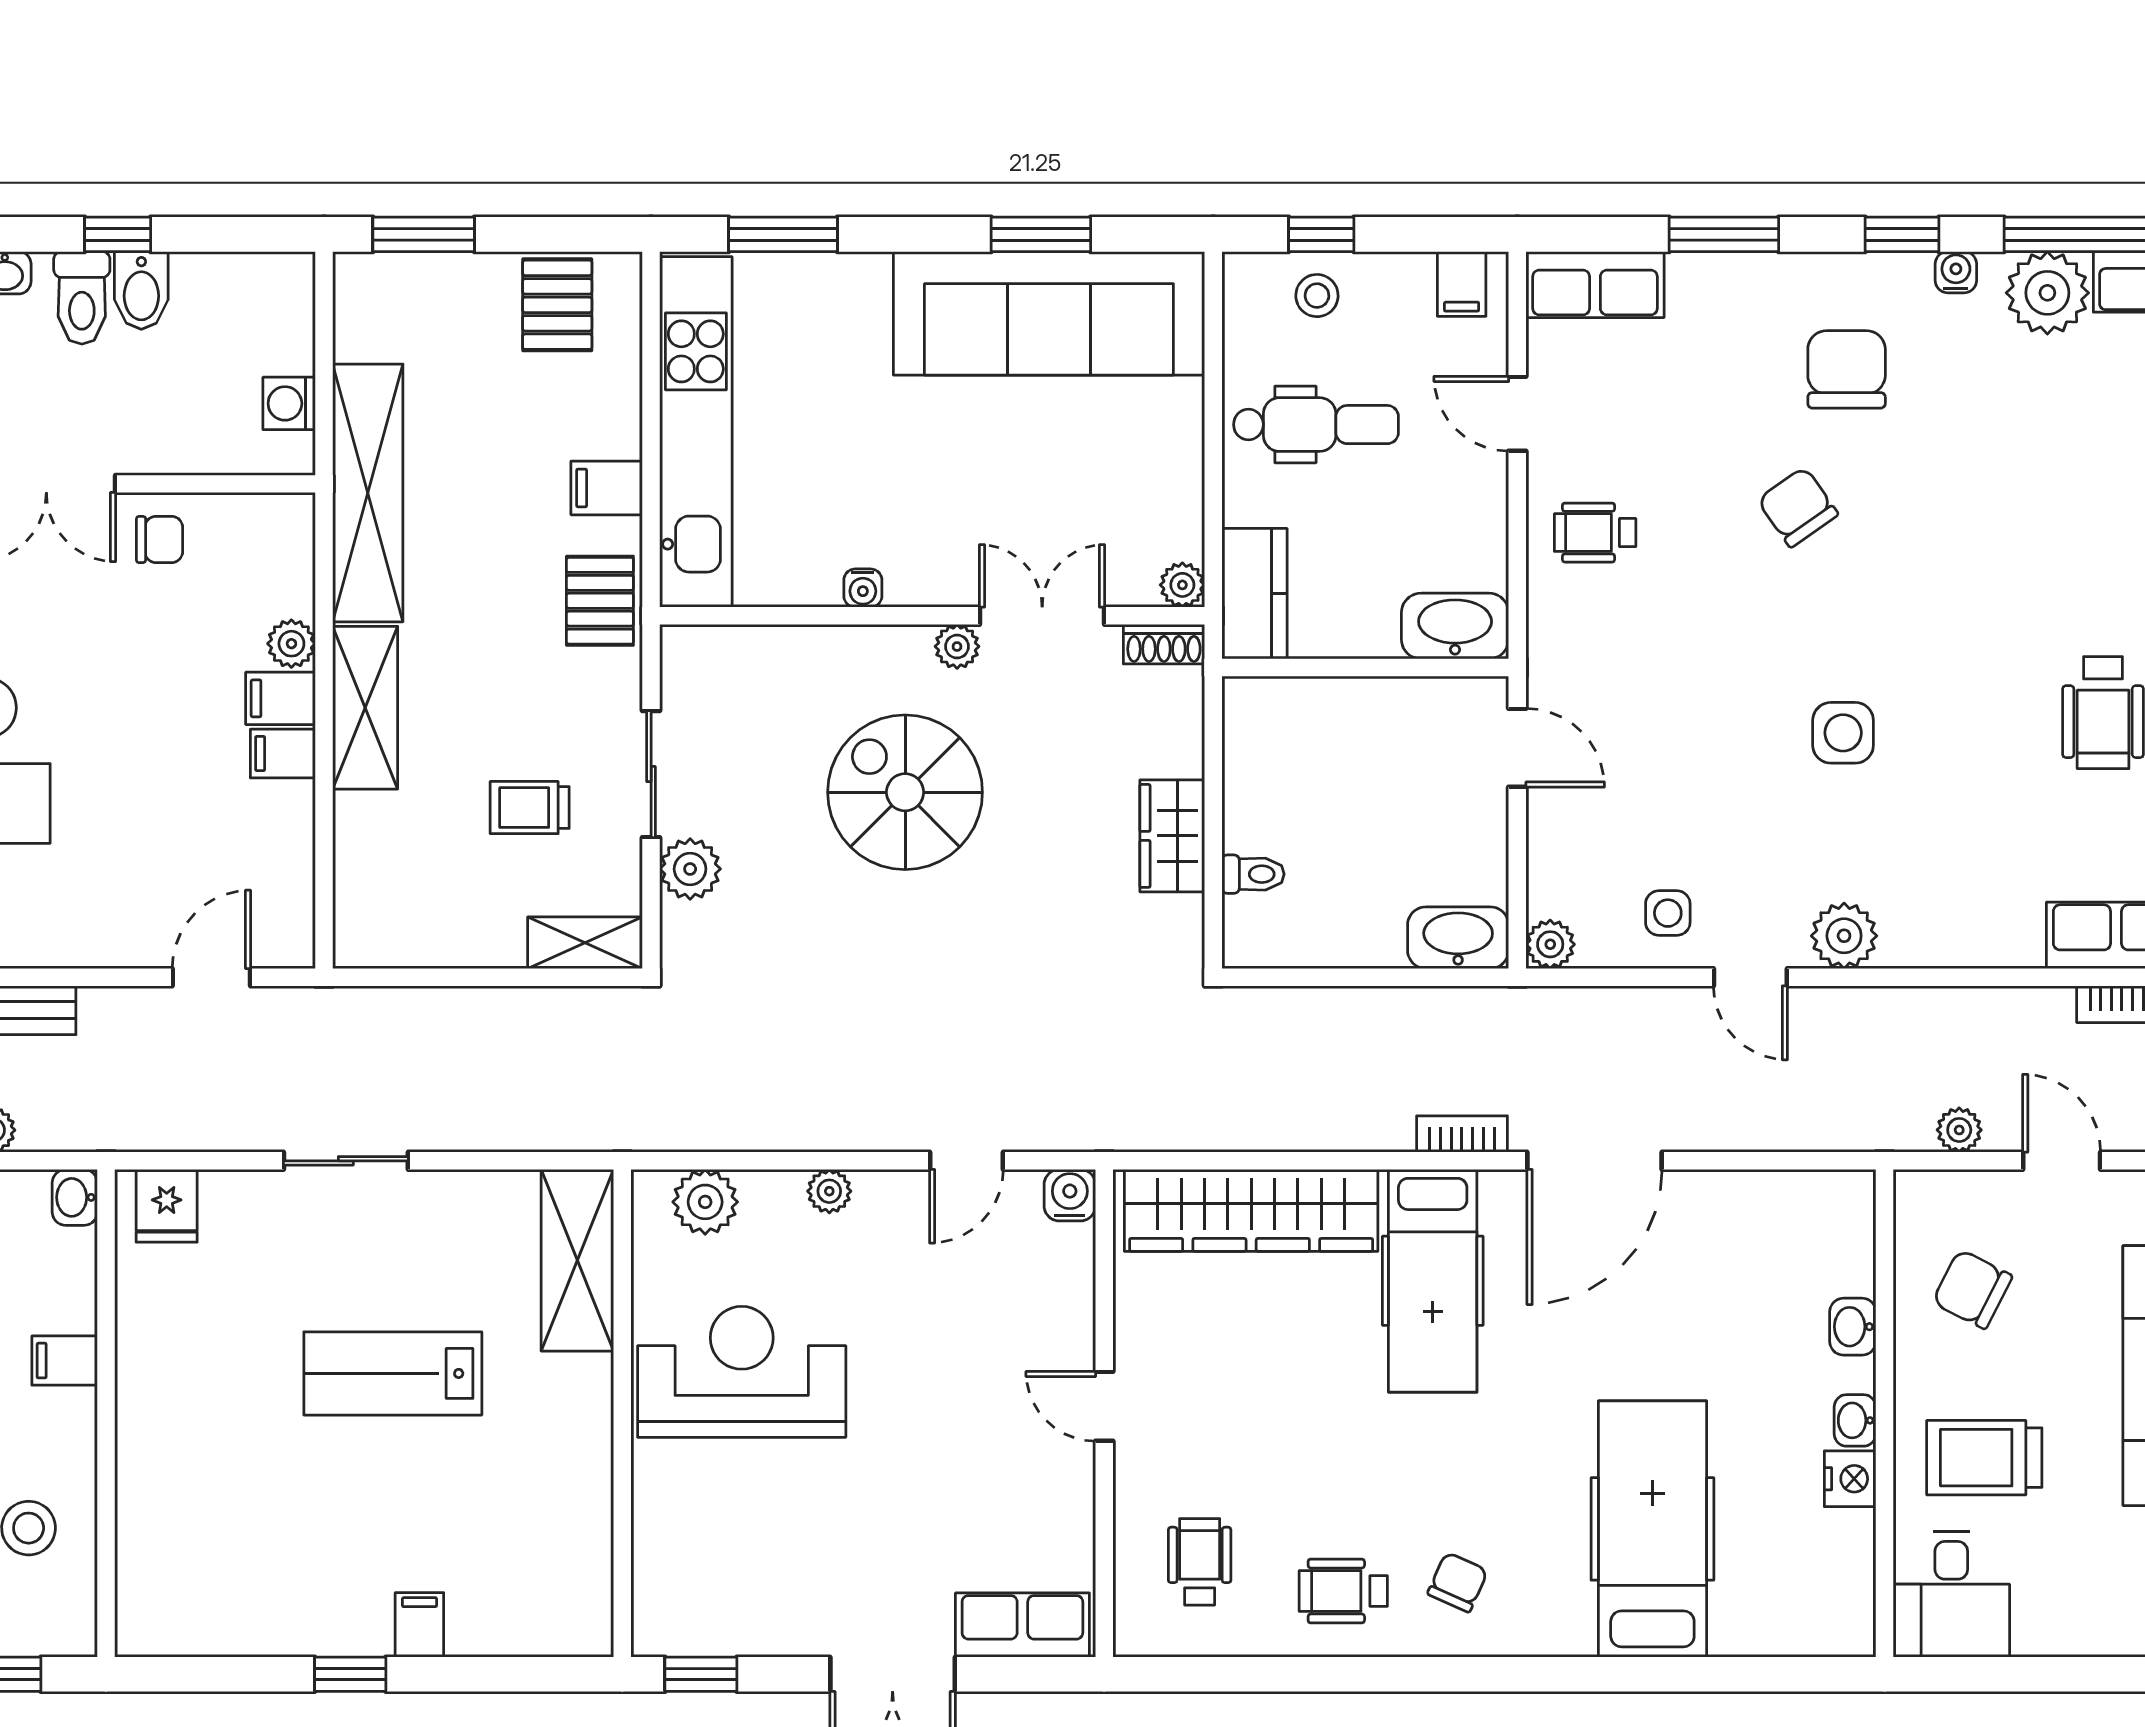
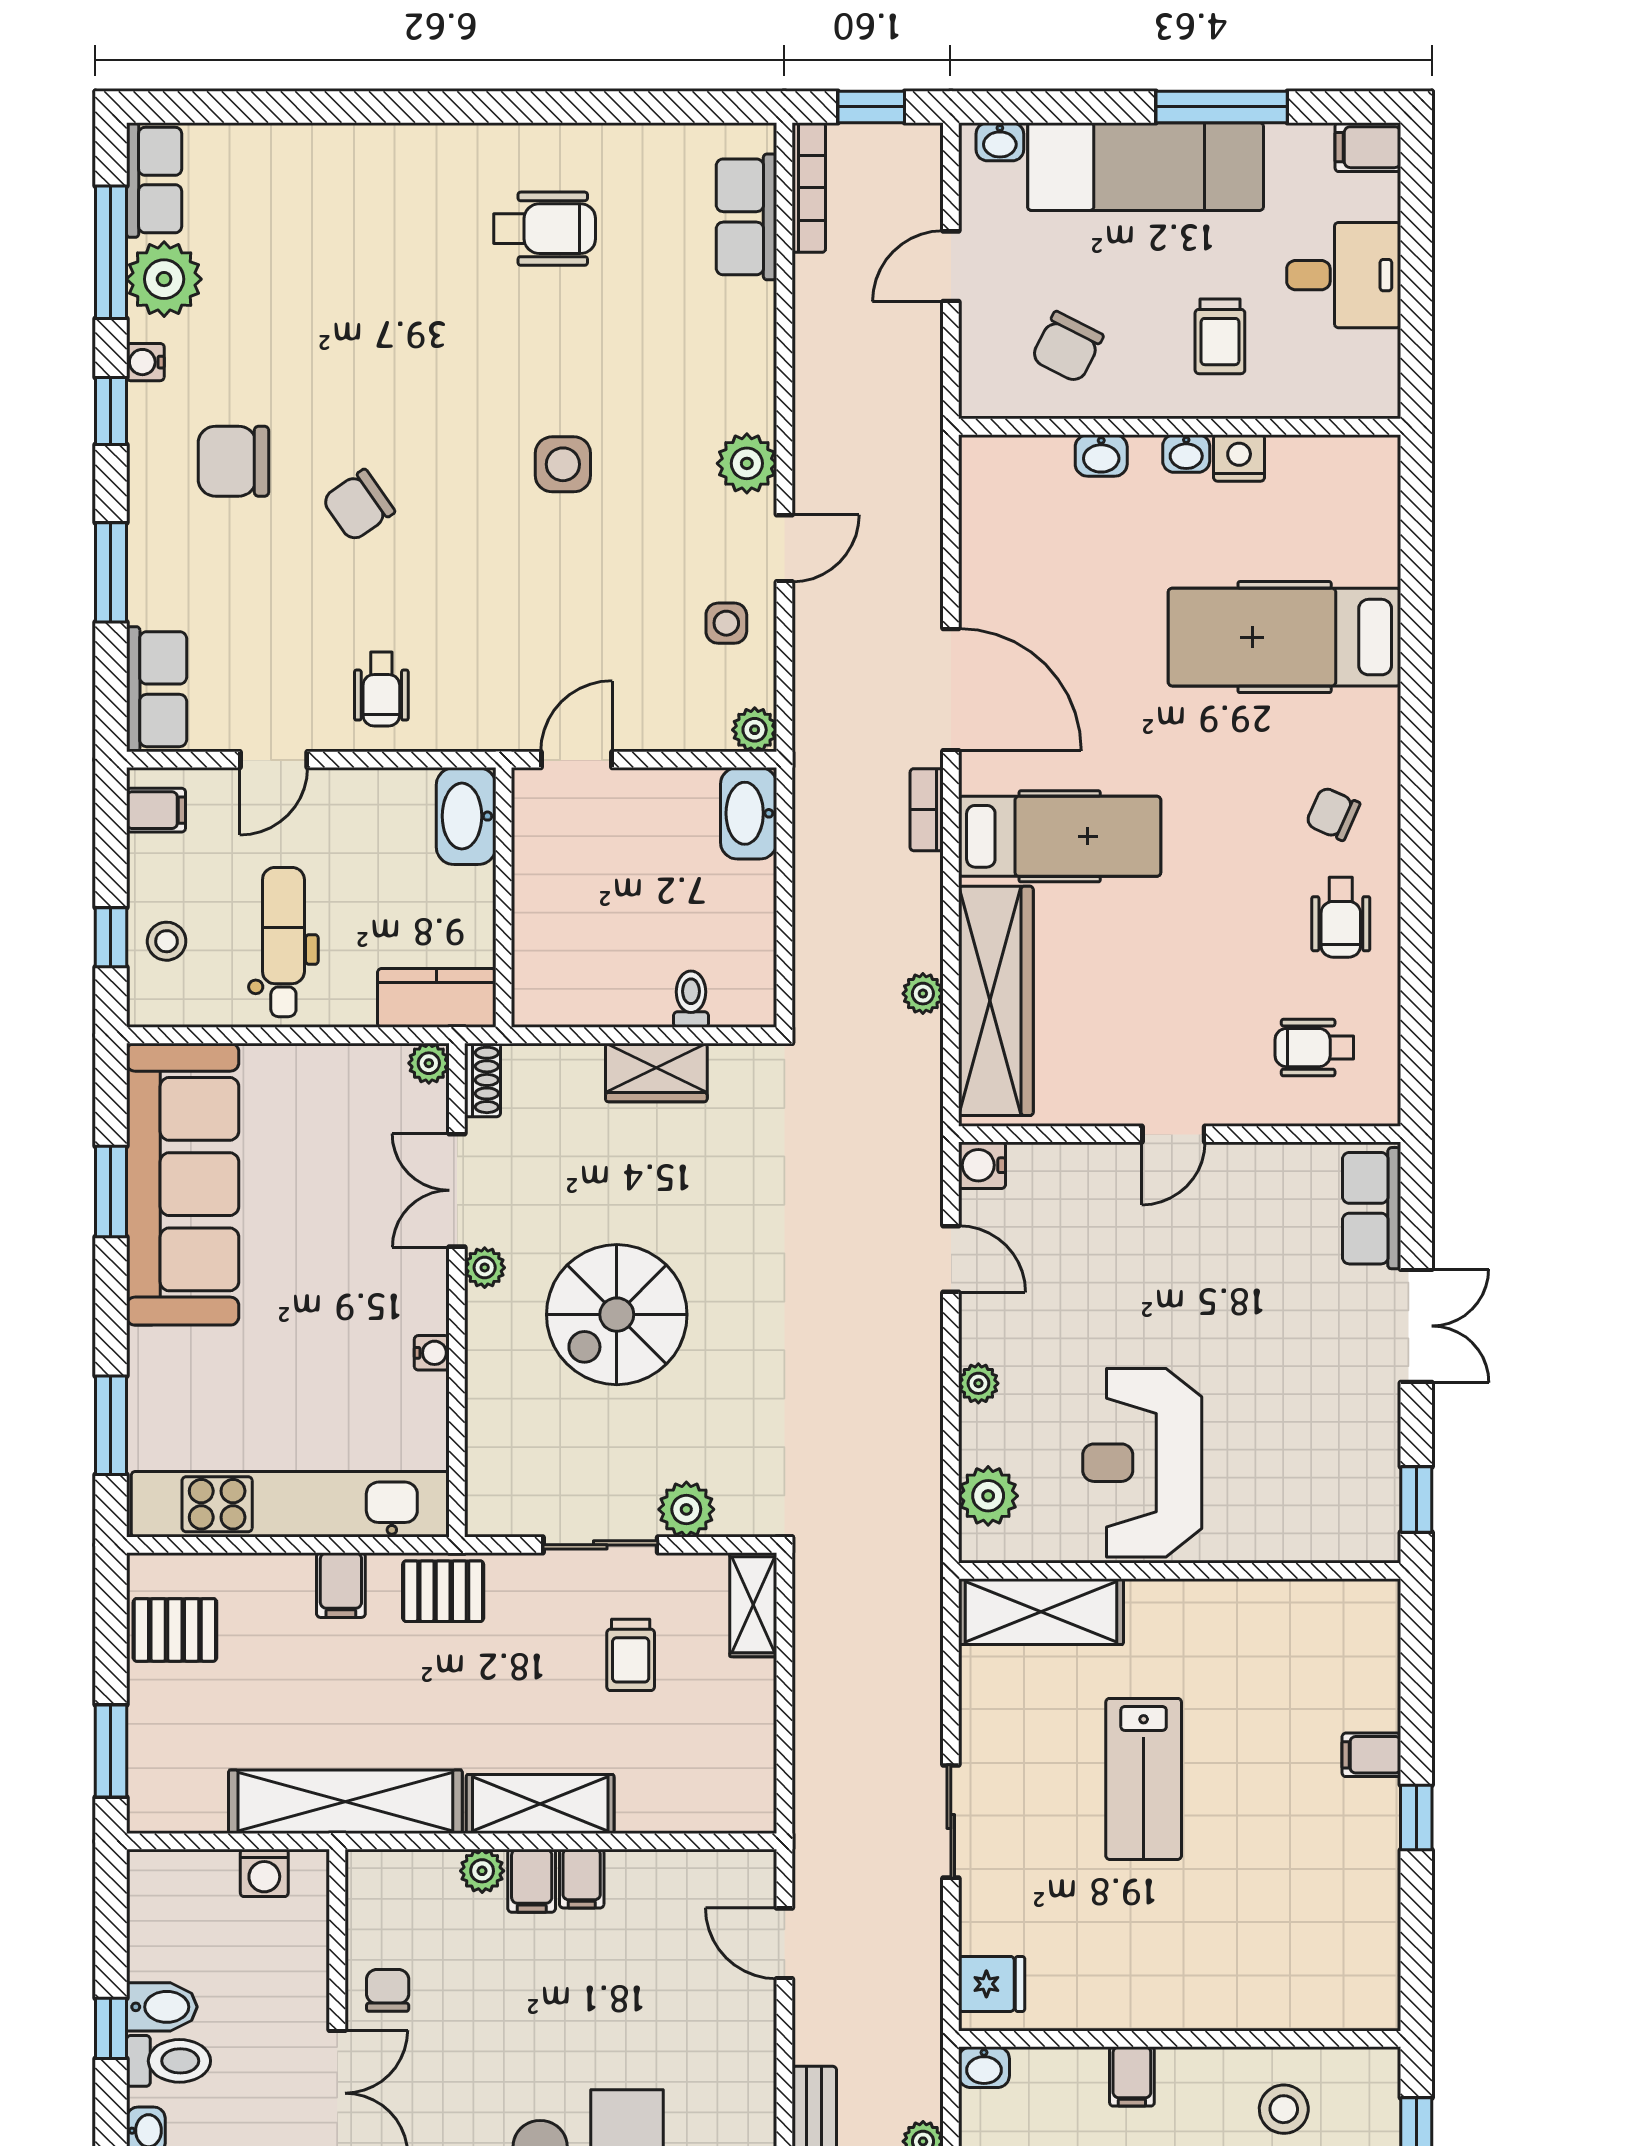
plant: (1959, 1130) -> (923, 994), moved
trolley: (1984, 1458) -> (1220, 336), width x0.73, depth x0.72
desk: (1951, 1594) -> (1344, 275), moved

